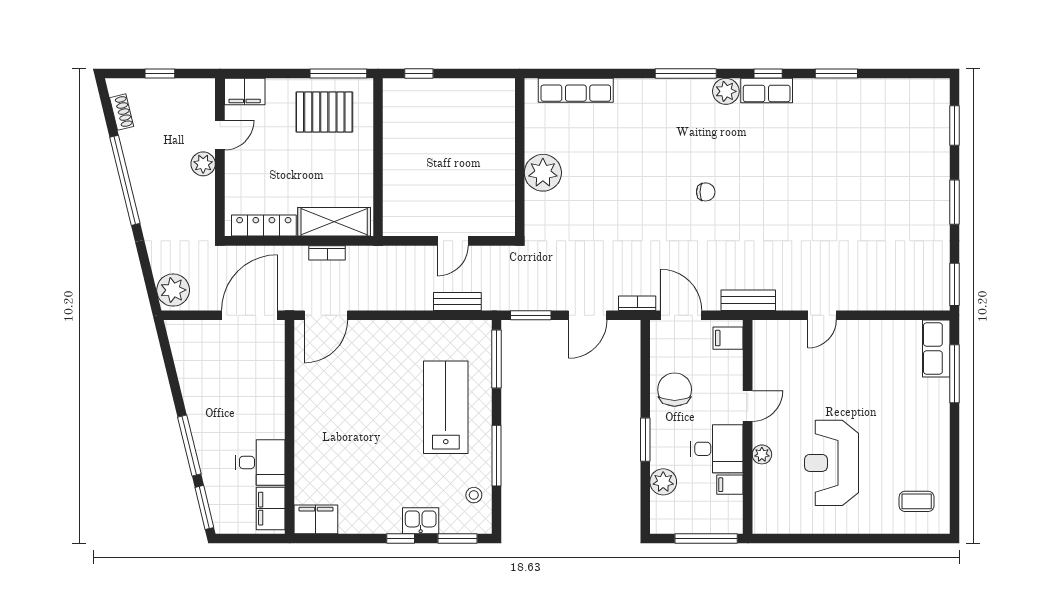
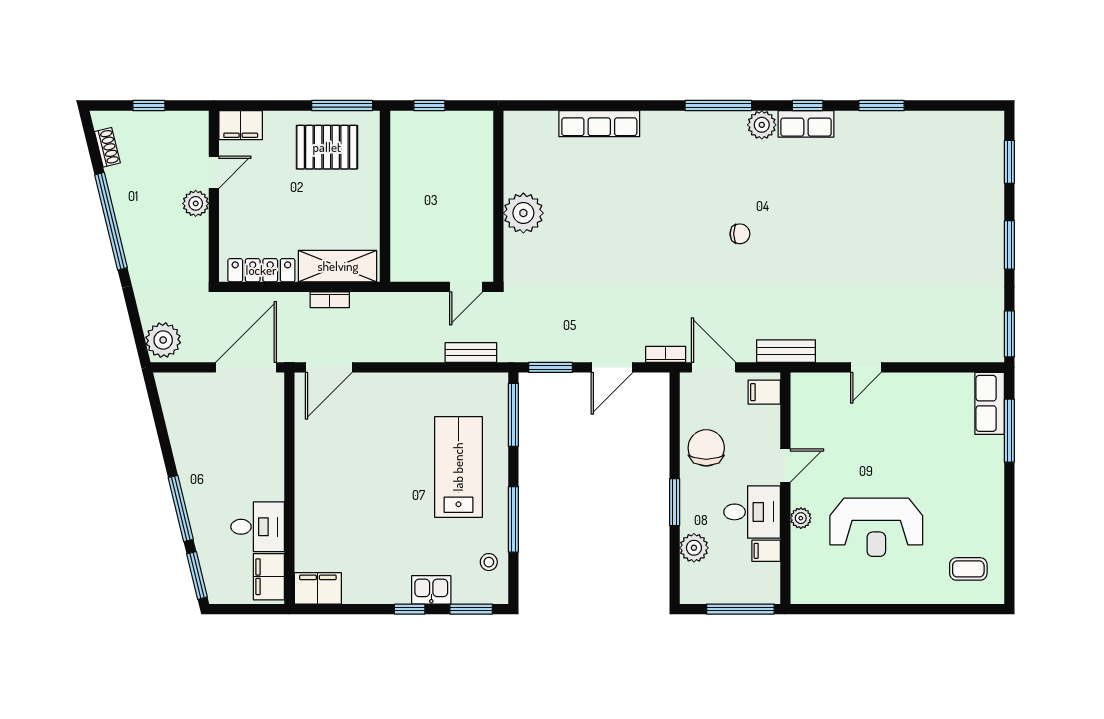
wall: (520, 157) -> (498, 196), moved
plant: (543, 173) -> (523, 213), moved
reception desk: (832, 463) -> (876, 527), turned -90

